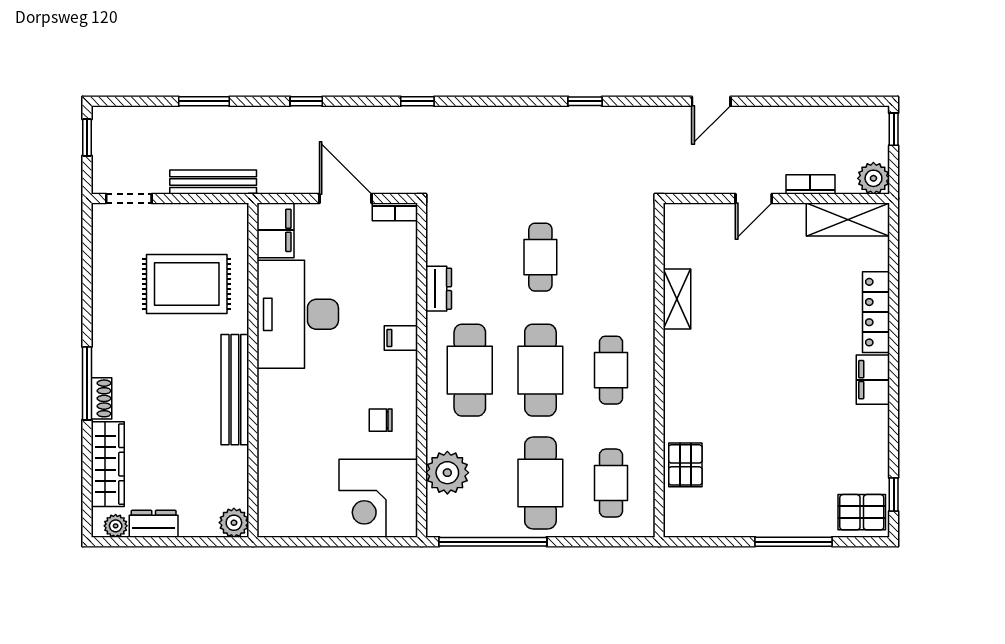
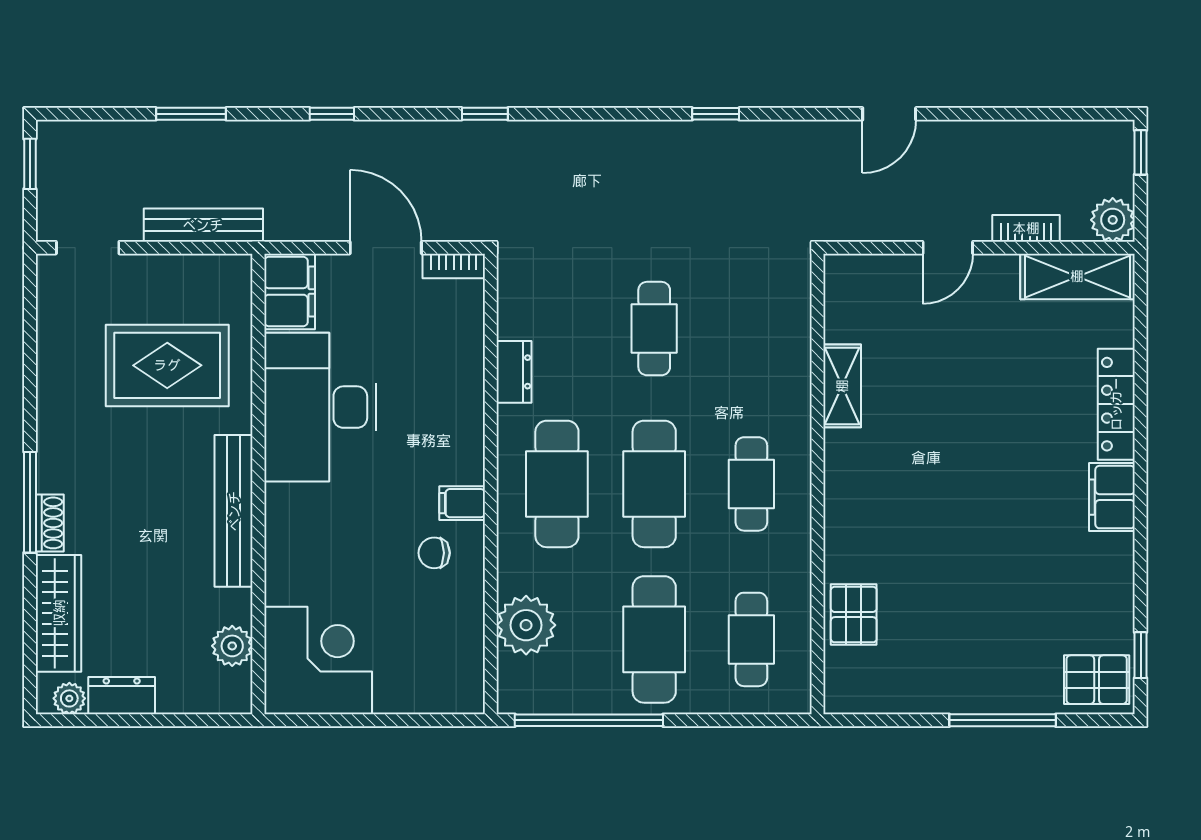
filing cabinet: (401, 338) -> (462, 503), moved
corner desk: (378, 498) -> (318, 660), moved, turned 180
plant: (234, 523) -> (232, 646), moved

